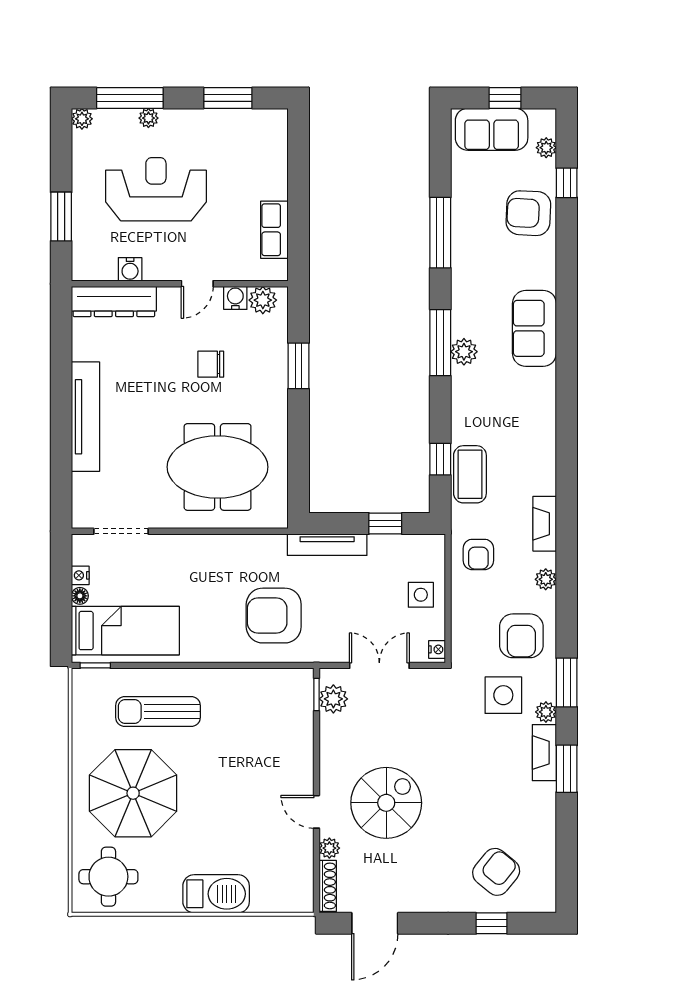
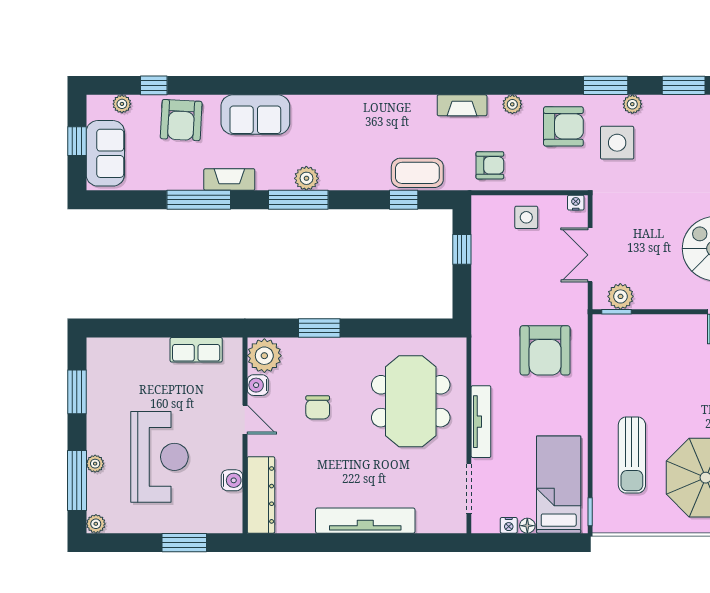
reception desk: (156, 189) -> (159, 457), turned 180
plant: (263, 300) -> (264, 356), width x1.36, depth x1.36
sofa: (534, 328) -> (255, 115), moved
tv unit: (327, 545) -> (481, 422), moved
fireplace: (544, 753) -> (229, 180), moved, turned 180

